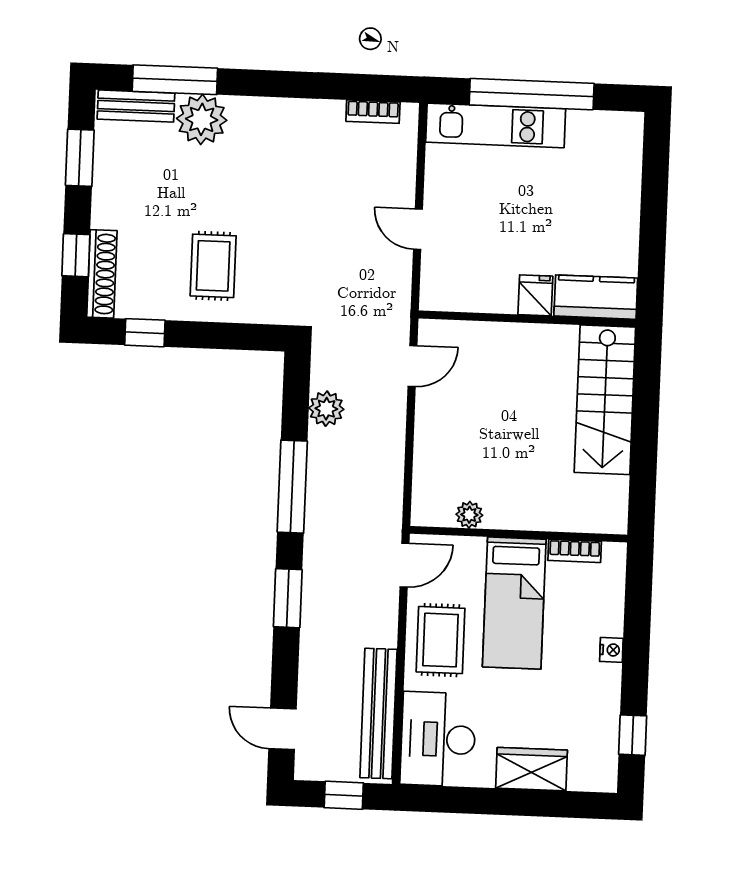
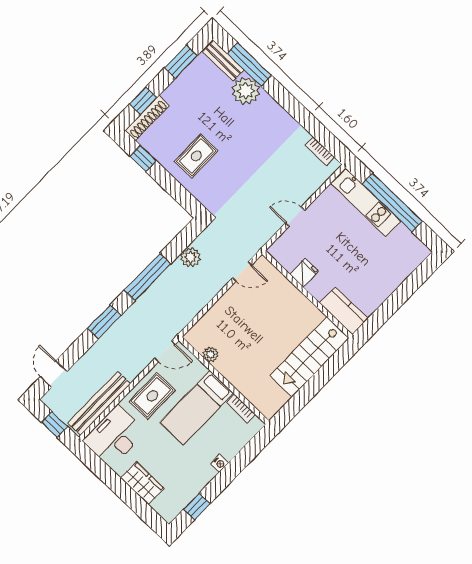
door: (418, 229) -> (295, 217), hinge flipped
fridge: (535, 295) -> (304, 273), moved

